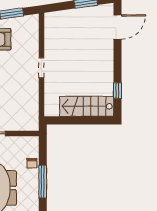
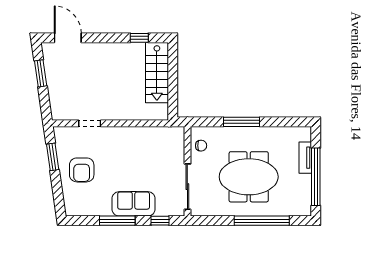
doorway: (41, 68) -> (90, 123), moved
chair: (32, 163) -> (201, 146), moved

